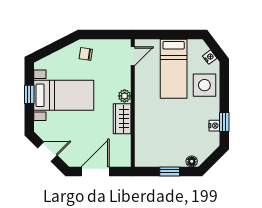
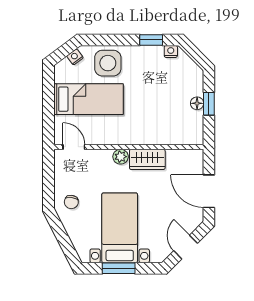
window: (29, 94) -> (119, 268), width x1.50
nightstand: (214, 126) -> (171, 51), moved
floor lamp: (192, 161) -> (197, 103), moved

